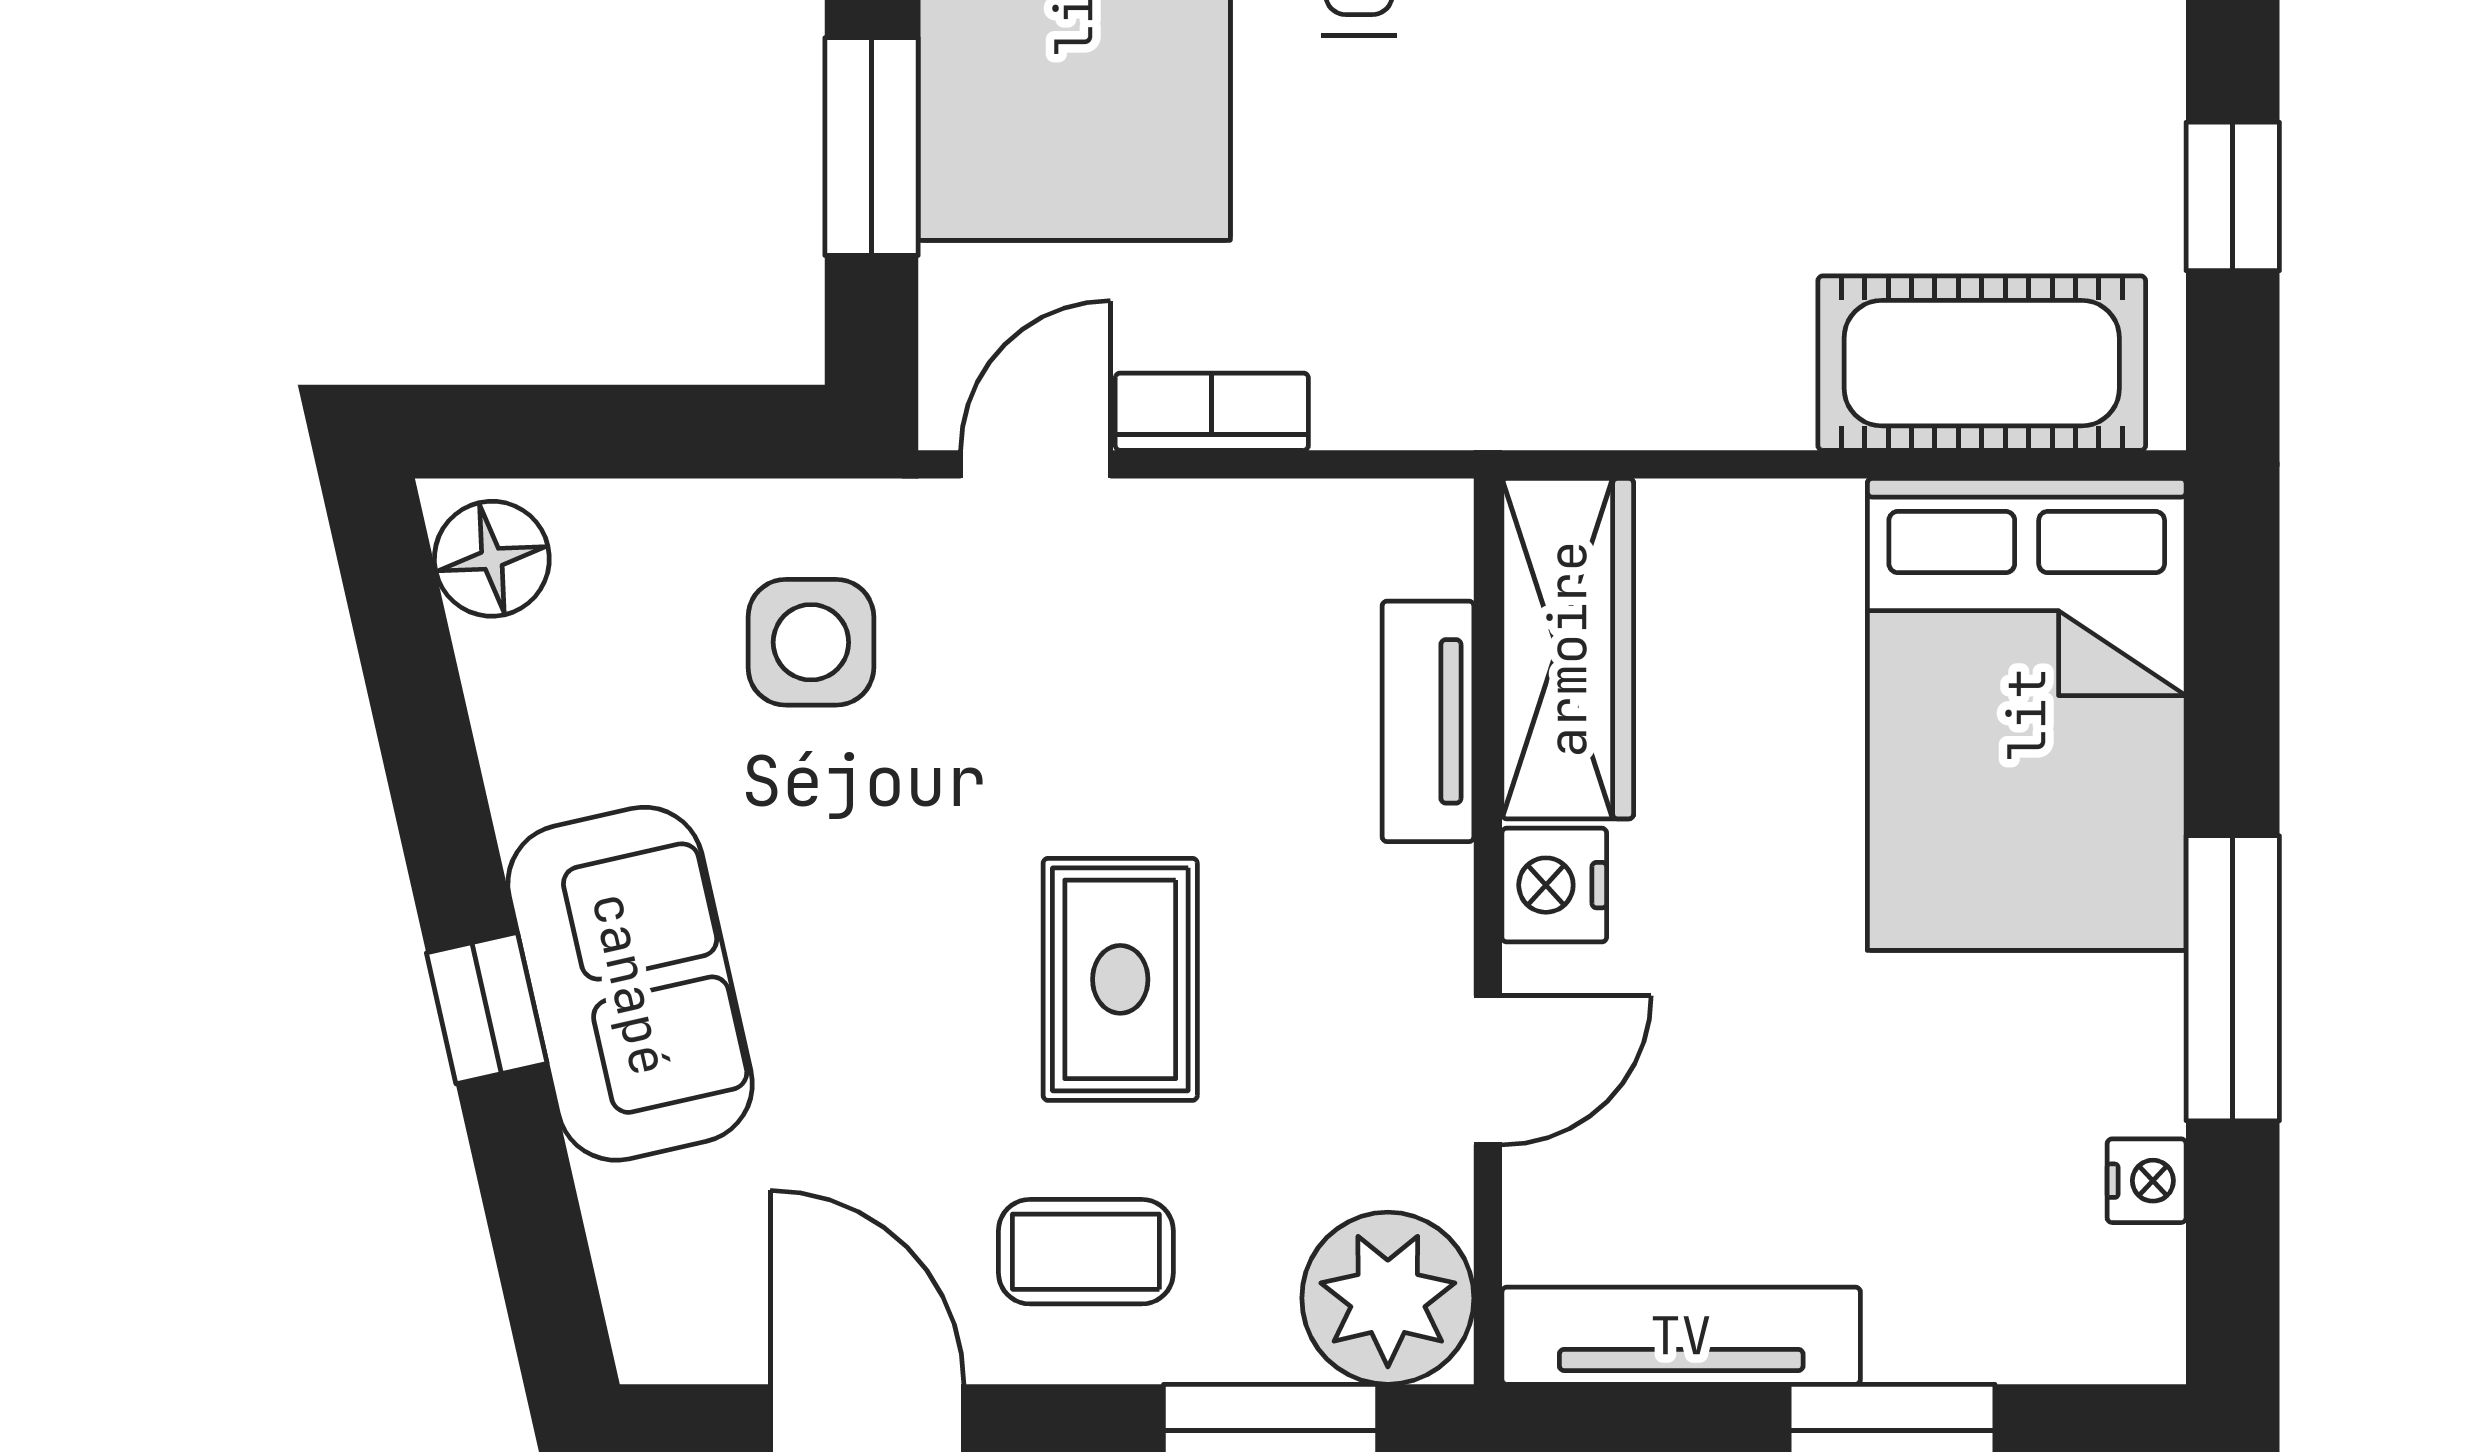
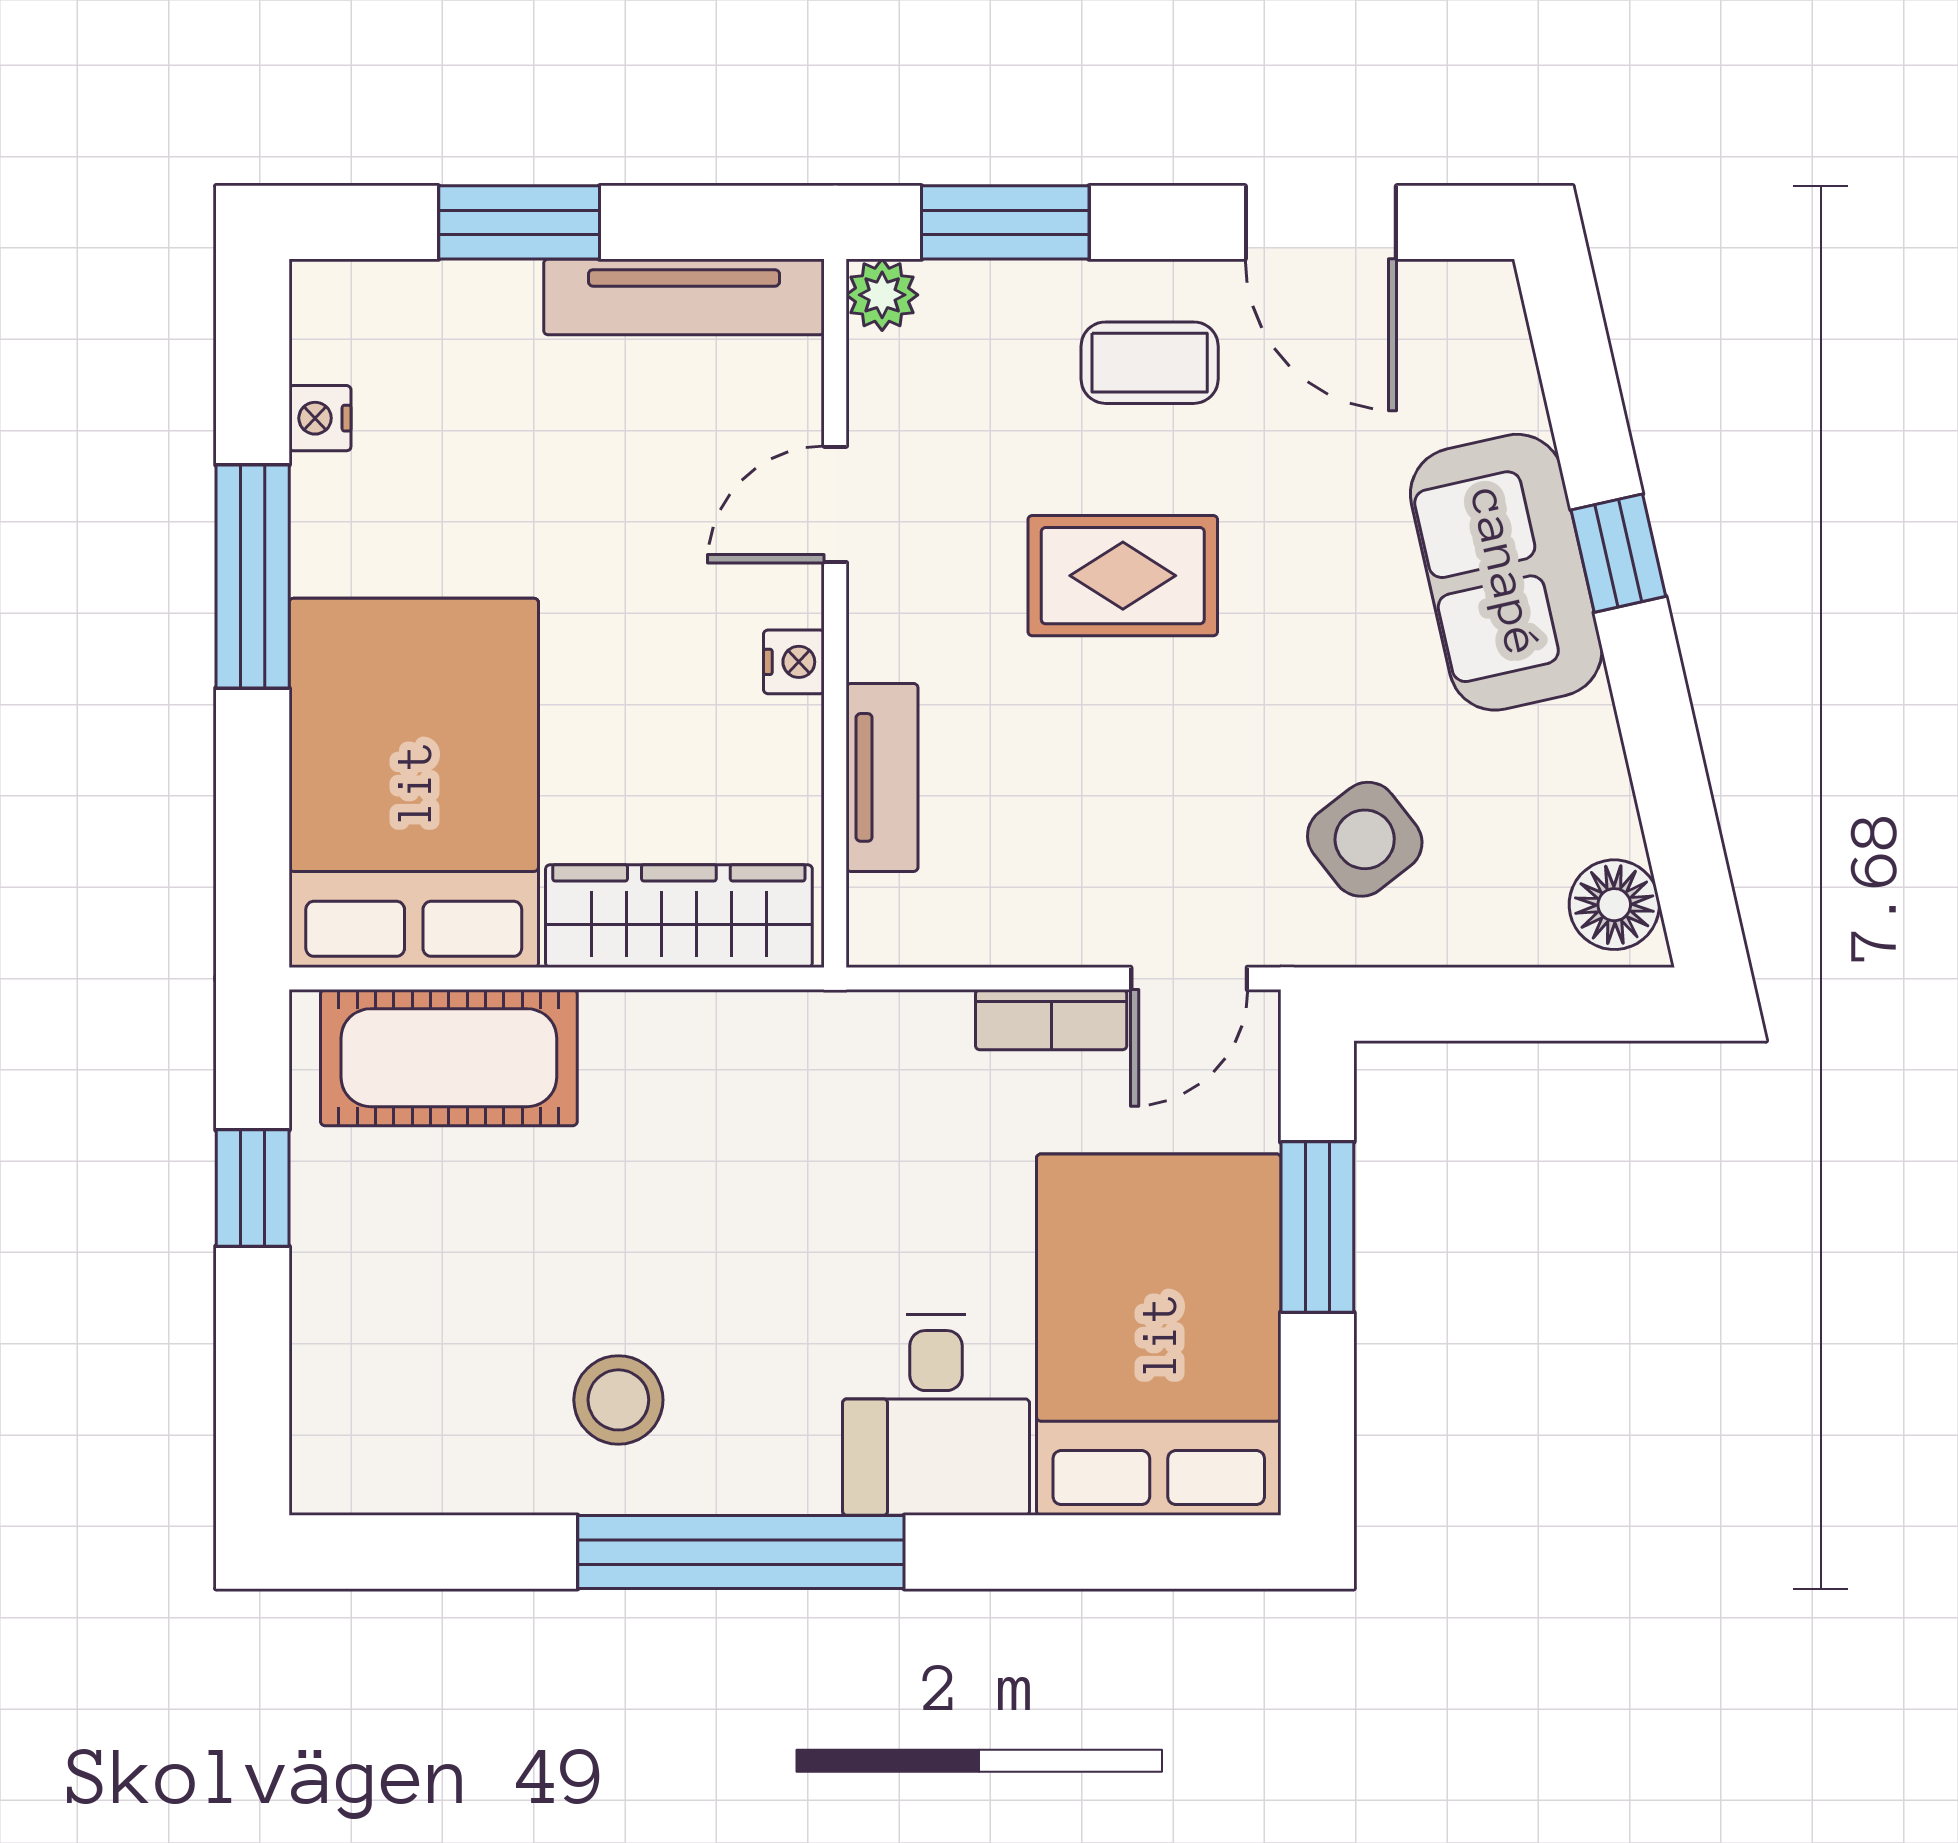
side table: (811, 642) -> (1365, 839), turned -38
wardrobe: (1568, 649) -> (679, 916), moved, turned 90
nightstand: (1554, 885) -> (794, 662), width x0.72, depth x0.74
rug: (1120, 979) -> (1123, 576), turned 90
plant: (1388, 1298) -> (882, 295), width x0.53, depth x0.53

